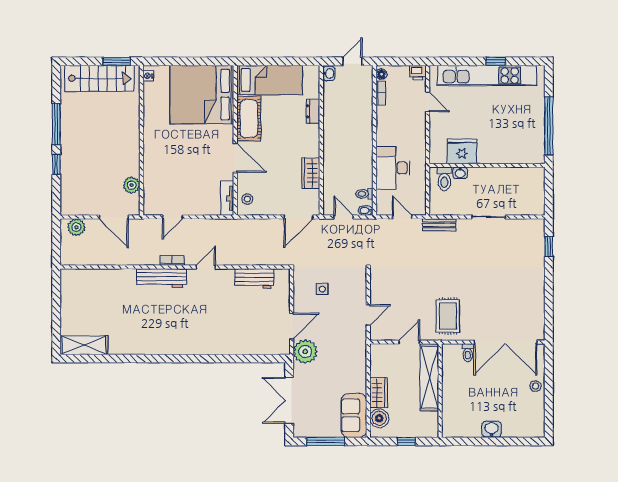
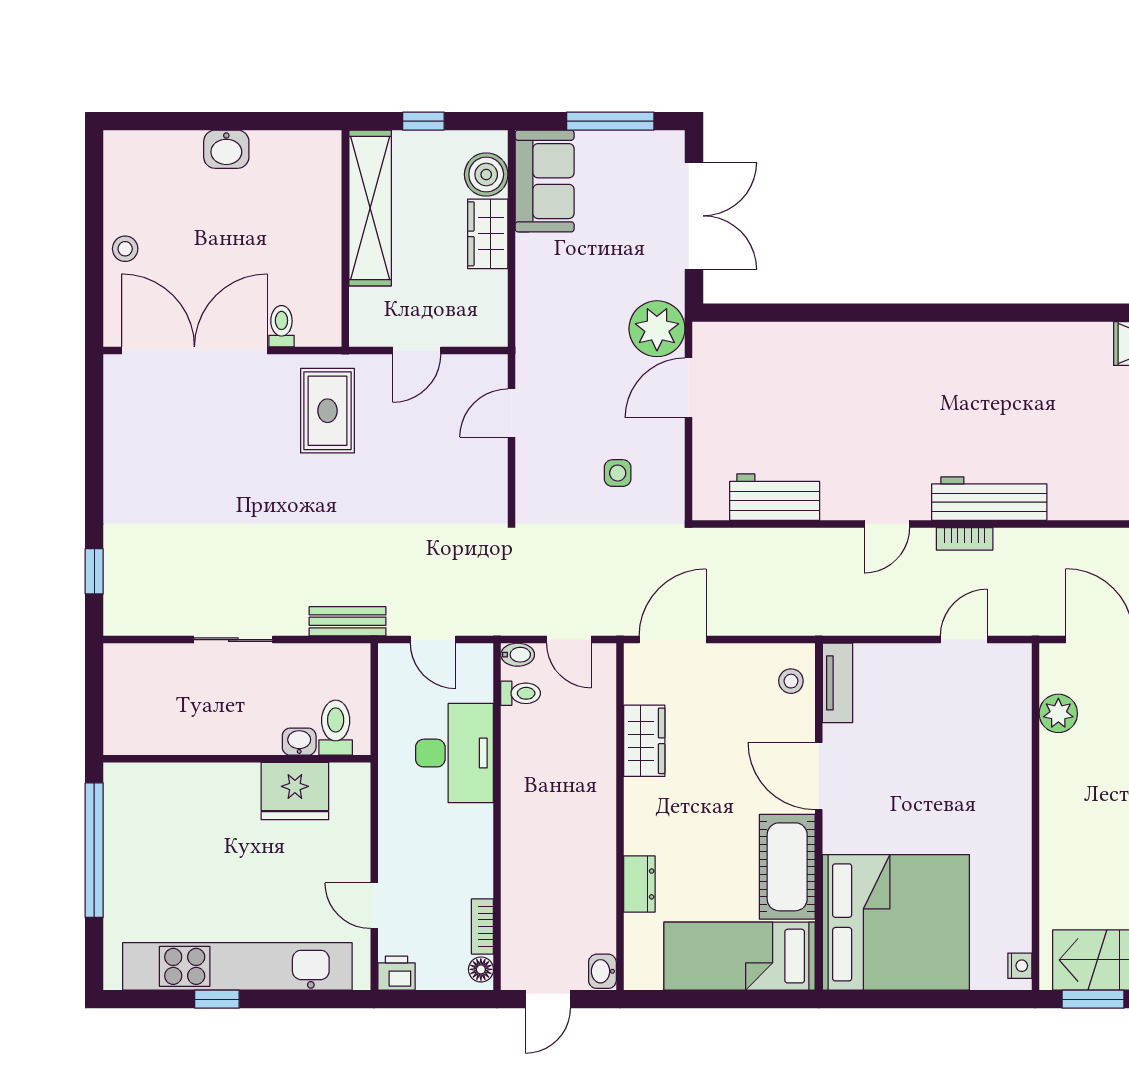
shelving: (429, 377) -> (370, 208), moved

